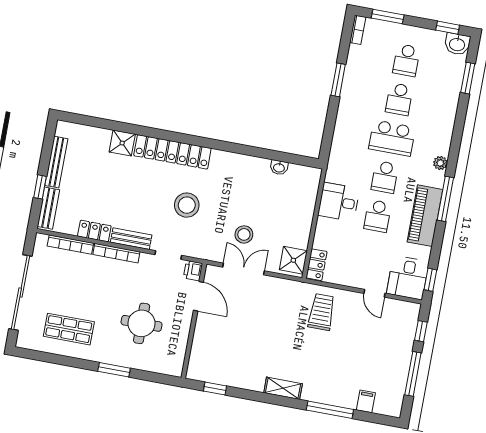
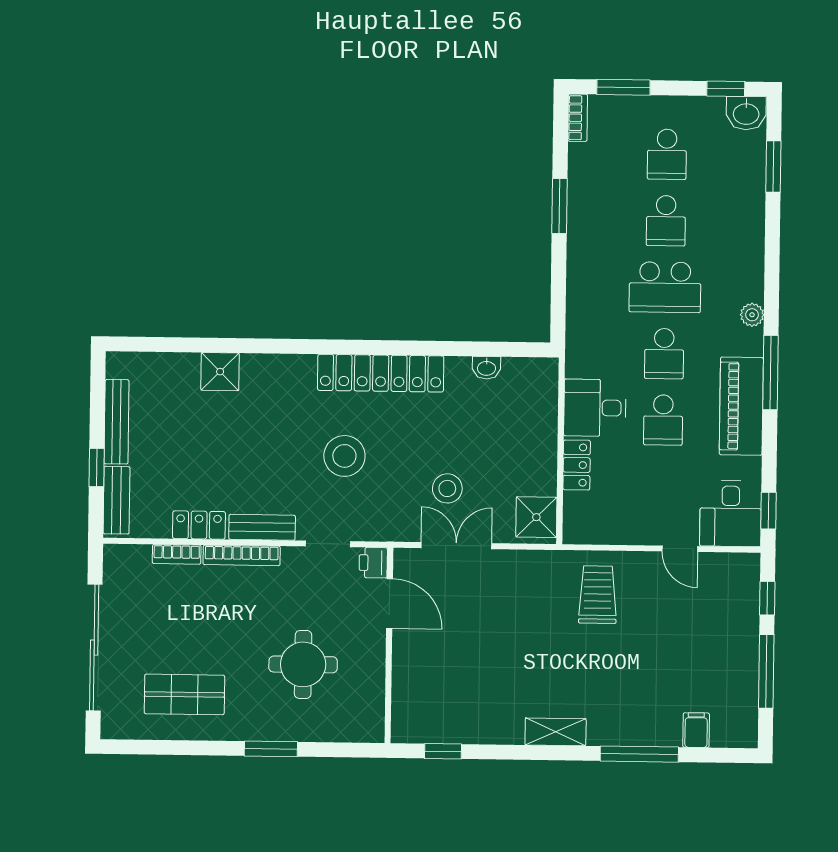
locker: (172, 152) -> (381, 373), moved
bookcase: (70, 245) -> (177, 554), width x0.64
locker: (316, 265) -> (577, 465), moved

